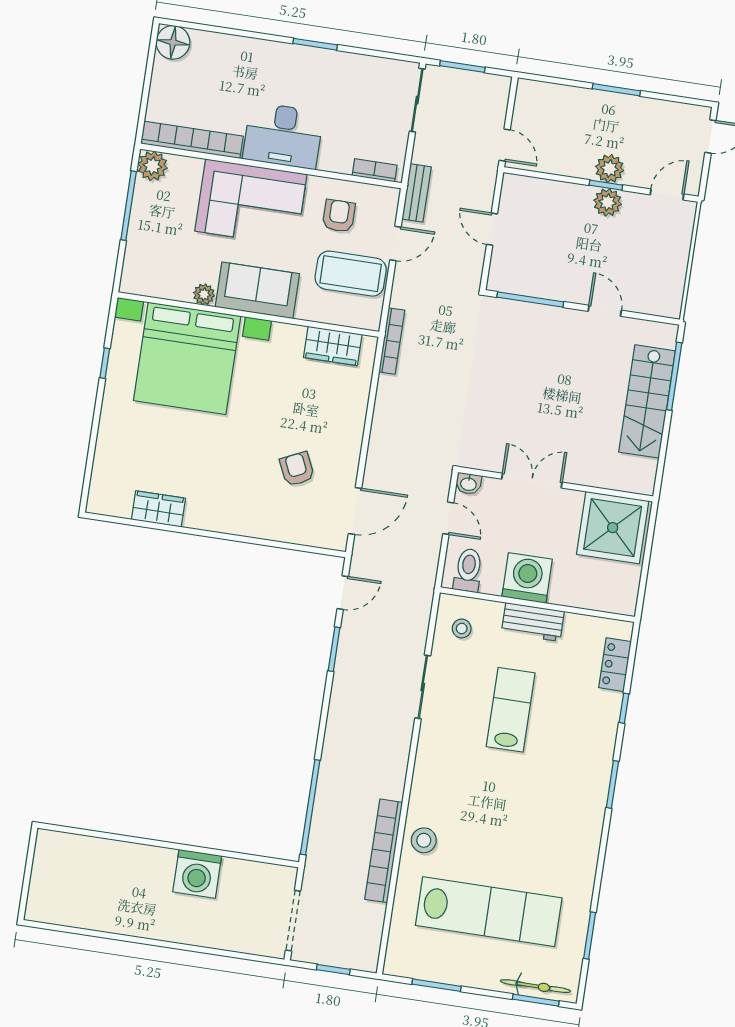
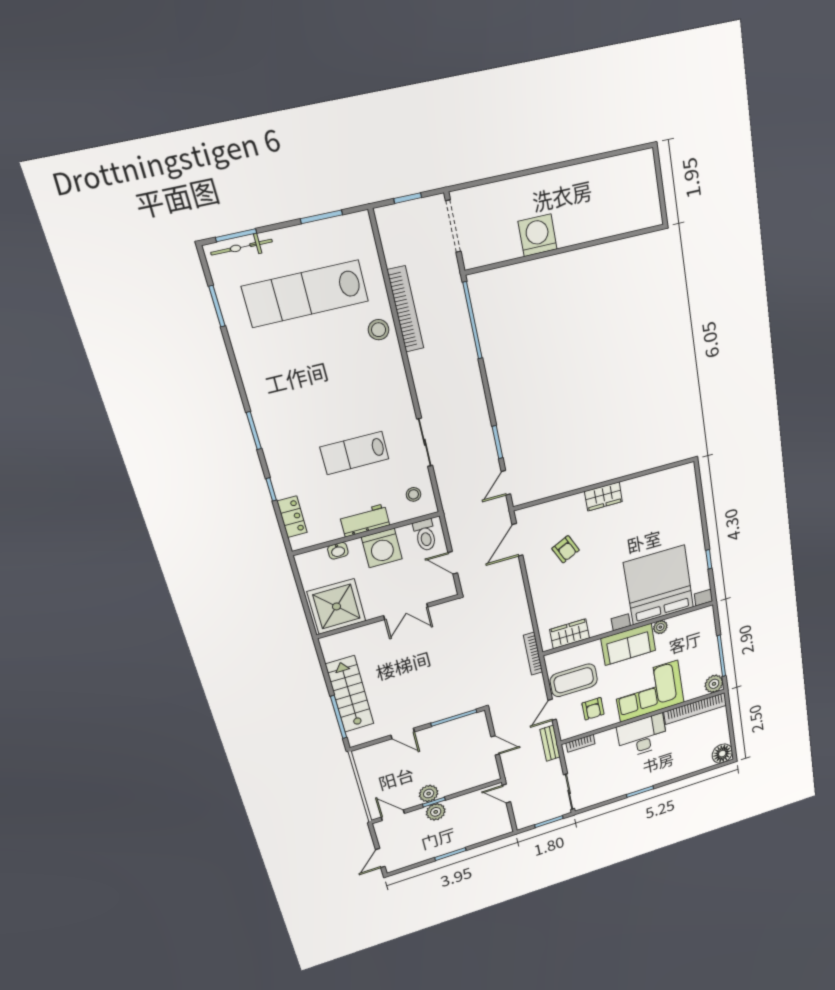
door: (667, 194) -> (393, 815), swing flipped
washbasin: (469, 484) -> (338, 551), moved, turned 180
wardrobe: (158, 509) -> (603, 496), moved
lab bench: (511, 710) -> (354, 453), turned 90

